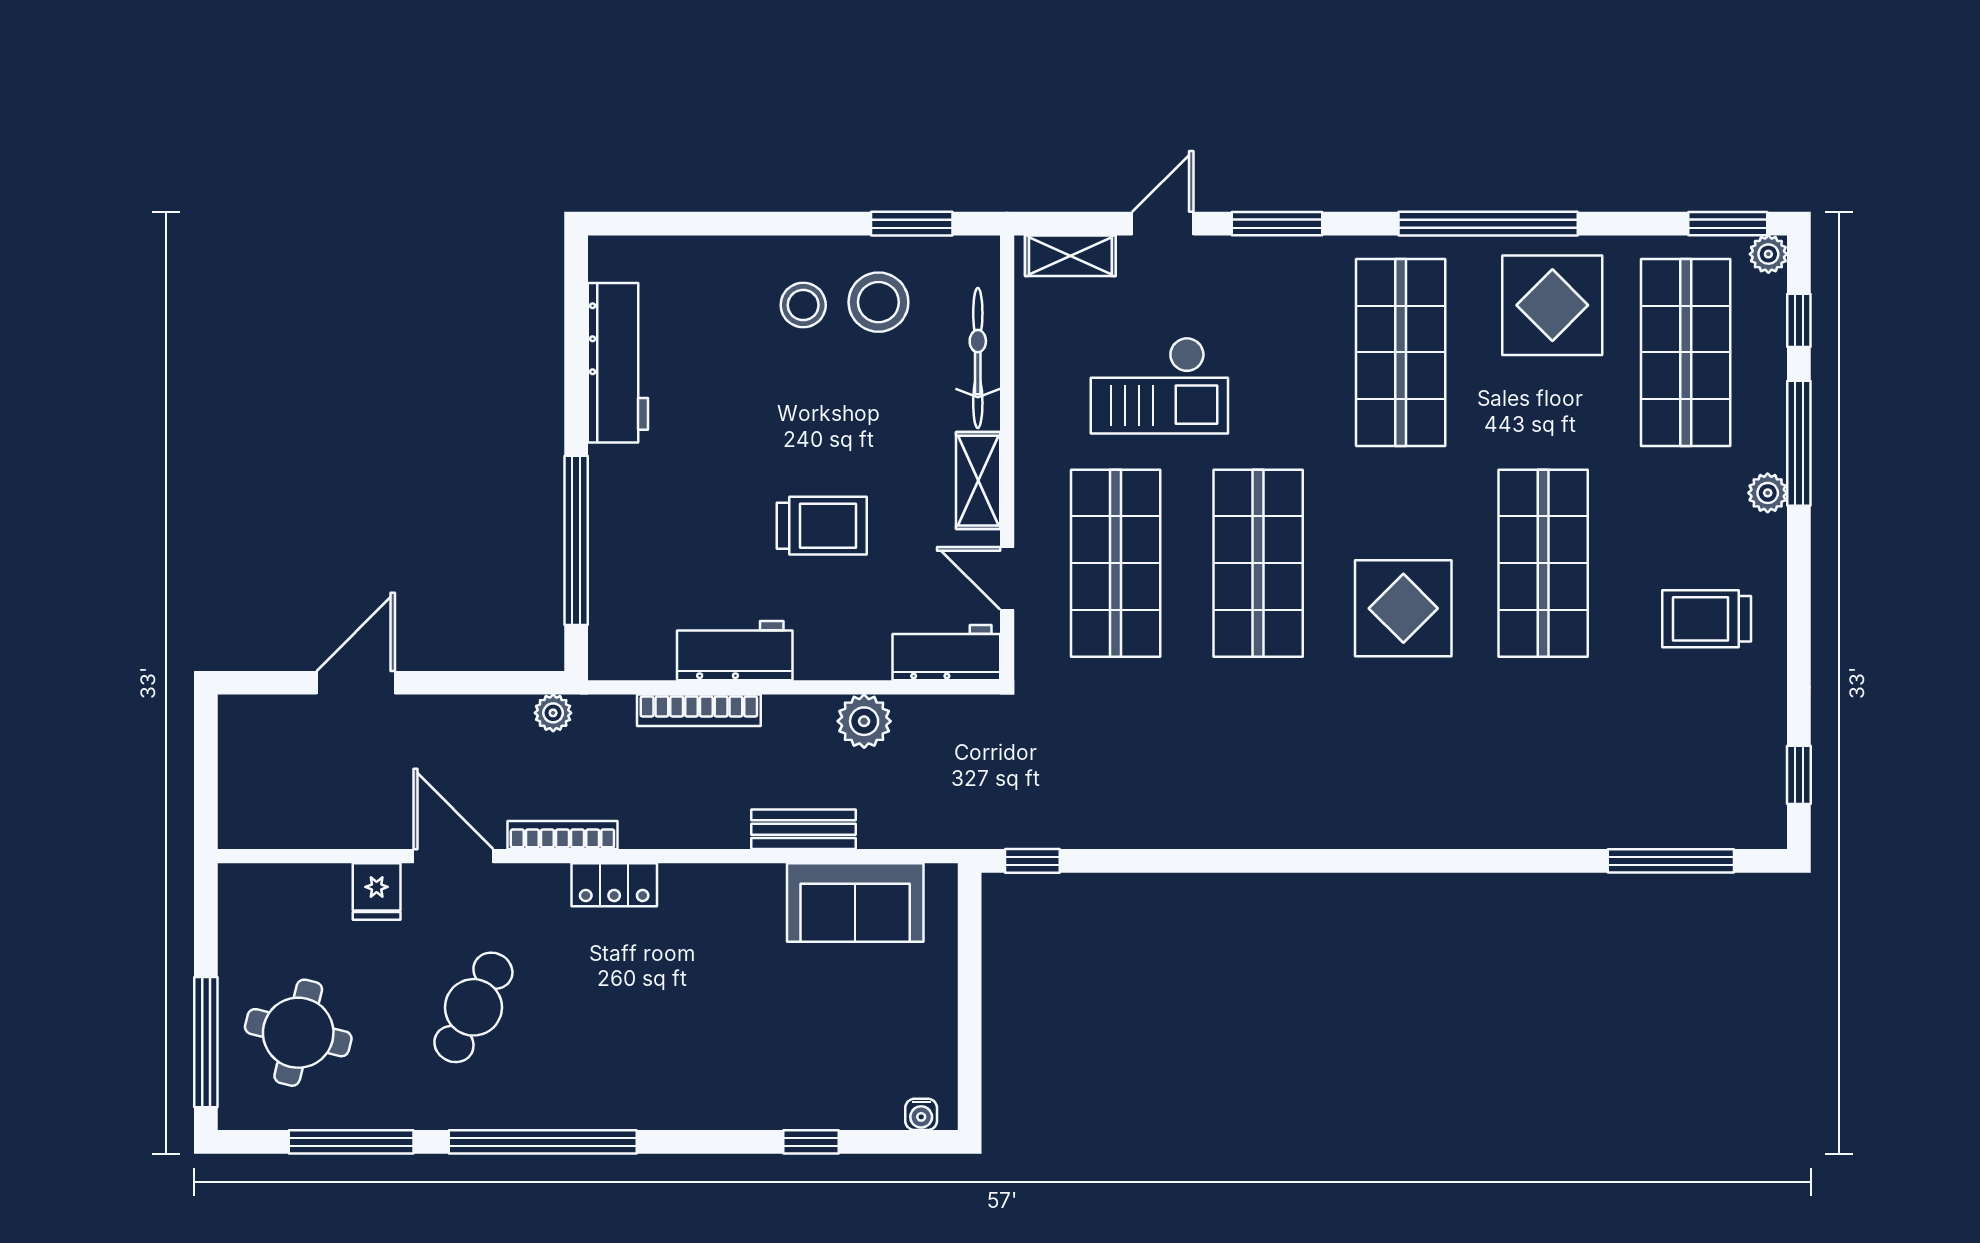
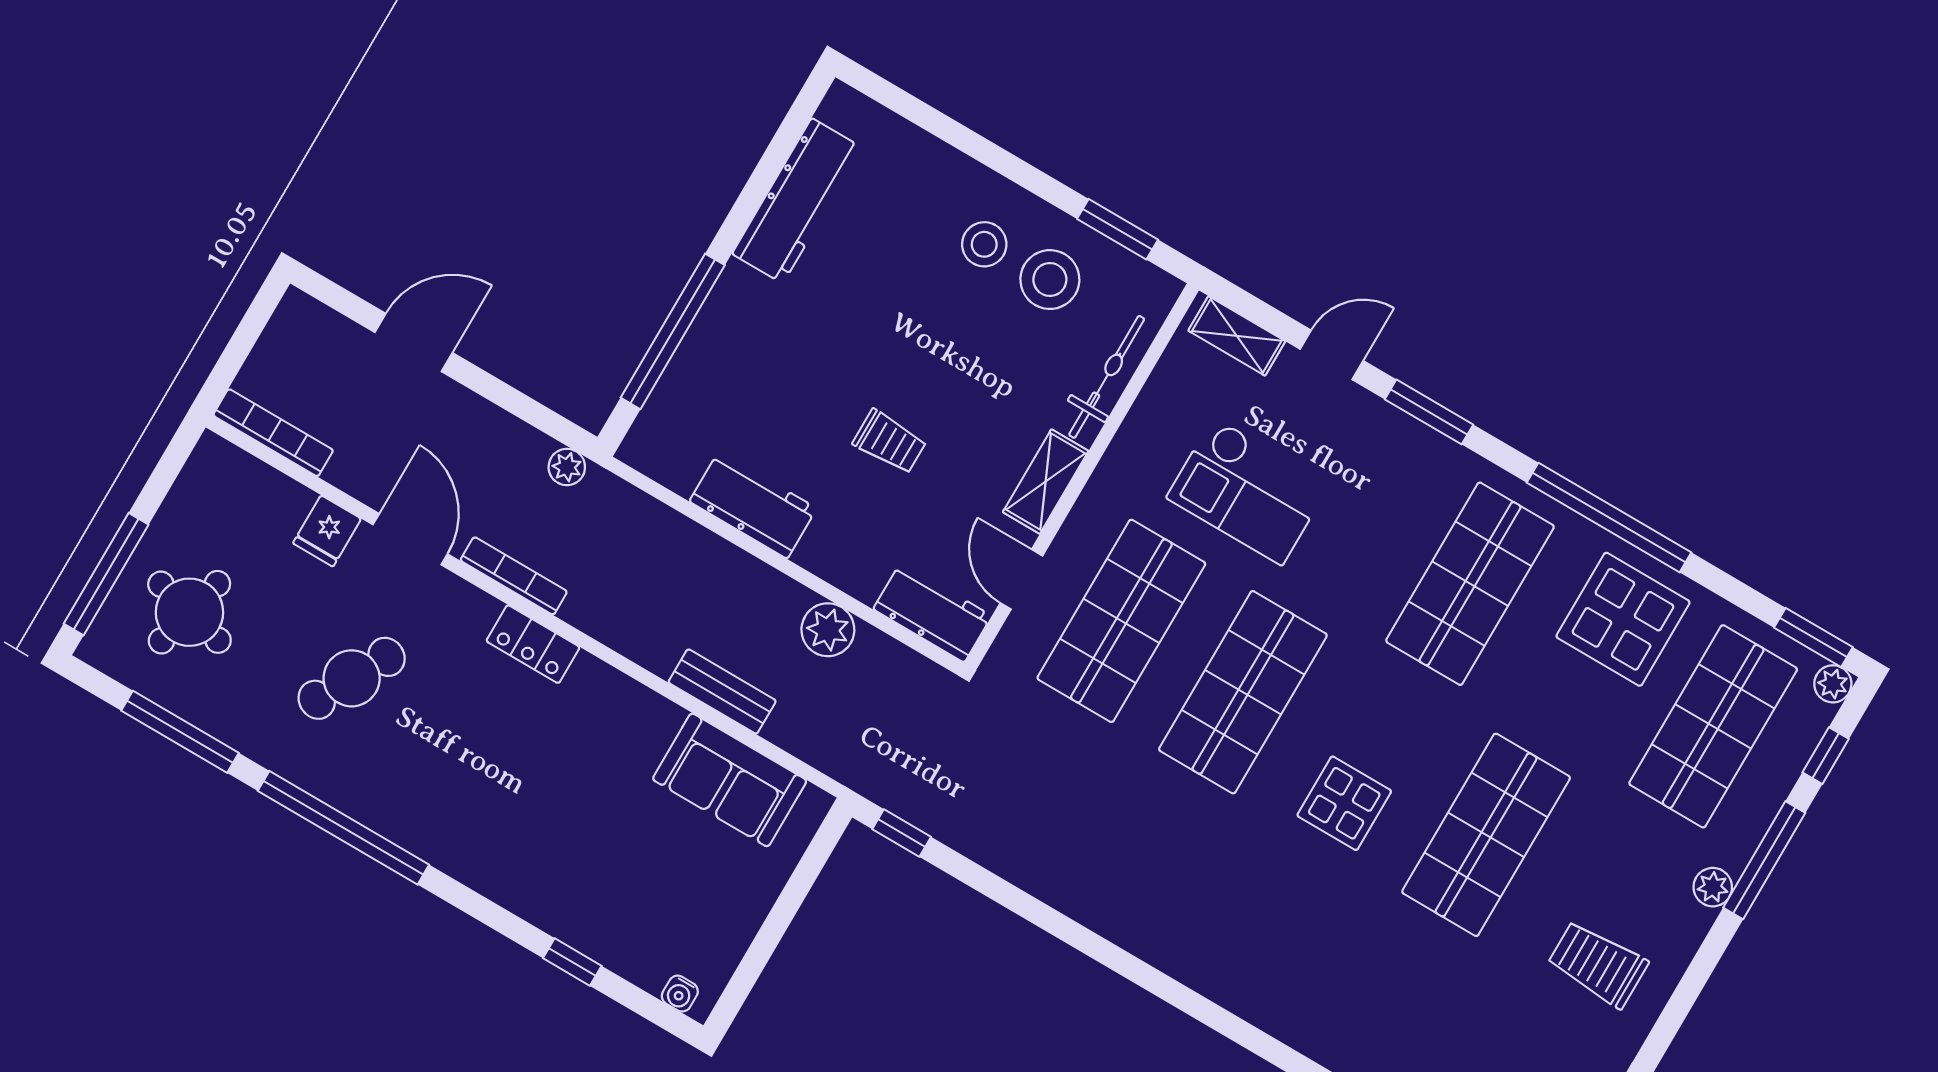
trolley: (822, 526) -> (890, 442), width x0.73, depth x0.72
display table: (1403, 608) -> (1344, 803), width x0.73, depth x0.73
bookcase: (699, 710) -> (273, 433), moved, turned 180

